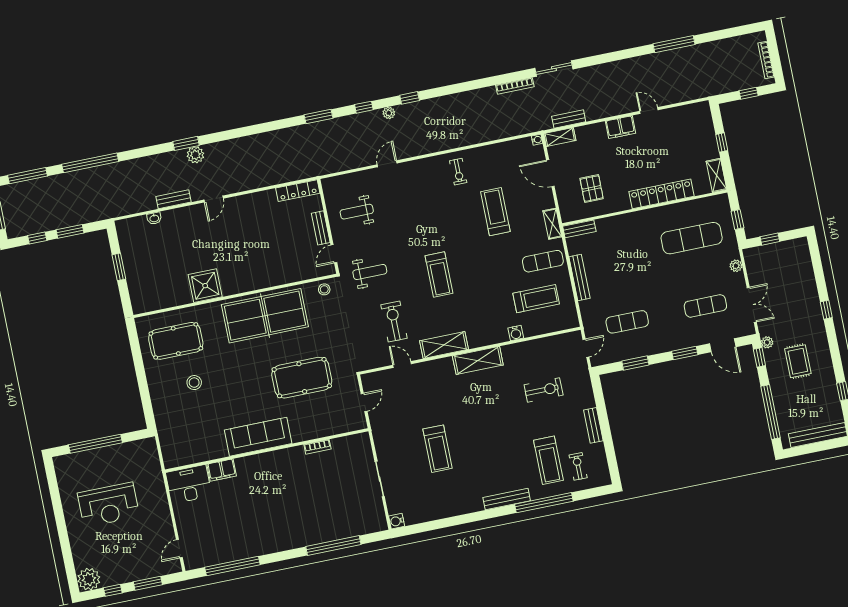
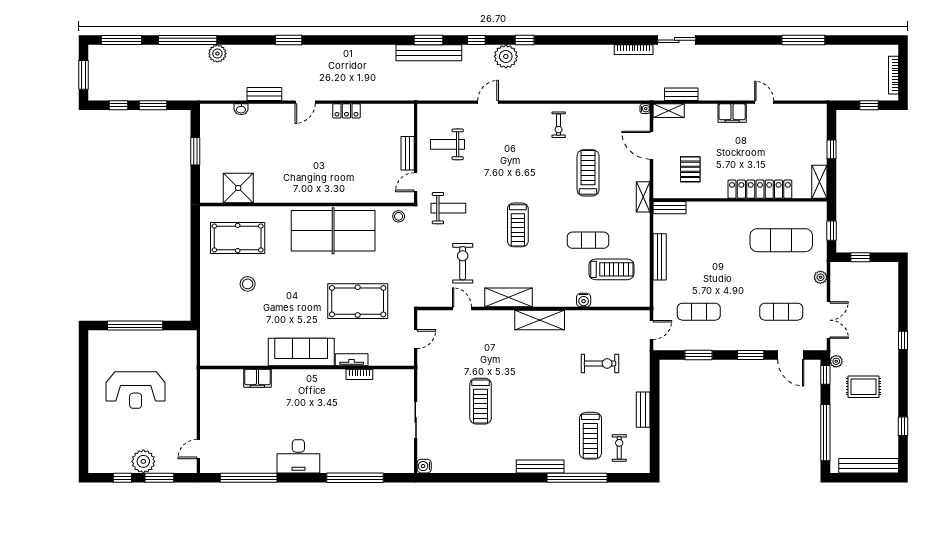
plant: (389, 113) -> (506, 56), width x1.88, depth x1.88
bench: (321, 129) -> (429, 53), added
plant: (195, 155) -> (217, 54), moved
locker: (298, 191) -> (346, 111), moved, width x0.66
exercise mat: (543, 261) -> (588, 240), moved
shower: (205, 286) -> (238, 188), moved
rug: (798, 361) -> (864, 387), turned 90
tv unit: (307, 434) -> (352, 360), added
desk: (189, 484) -> (298, 456), moved, turned 180
plant: (89, 579) -> (143, 461), moved

